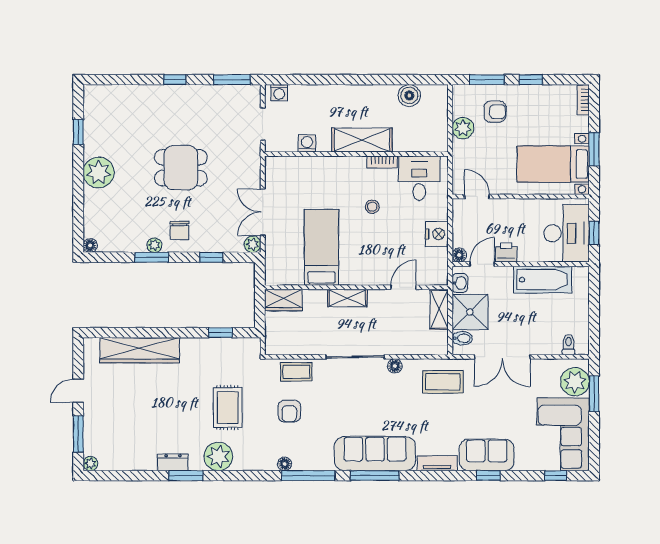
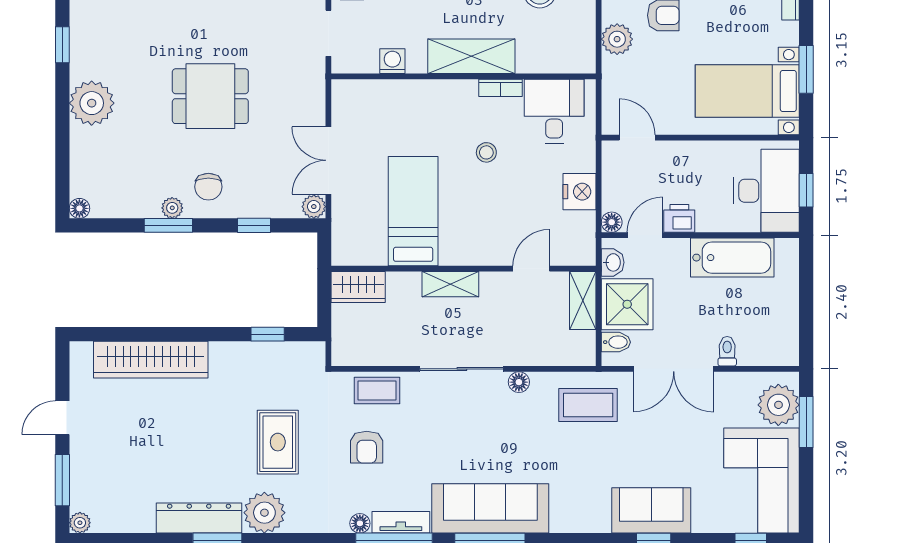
toilet: (568, 345) -> (727, 351), moved
dresser: (173, 462) -> (199, 518), width x1.96, depth x1.24
tv unit: (437, 463) -> (401, 522), moved

